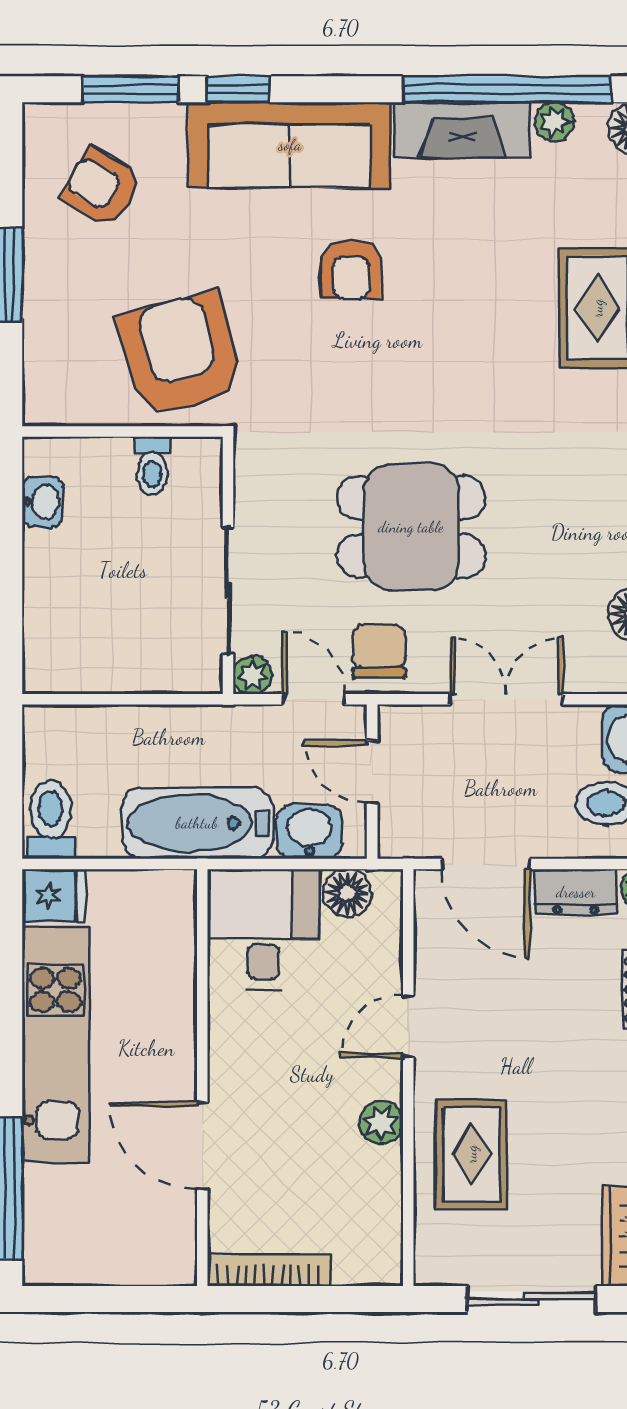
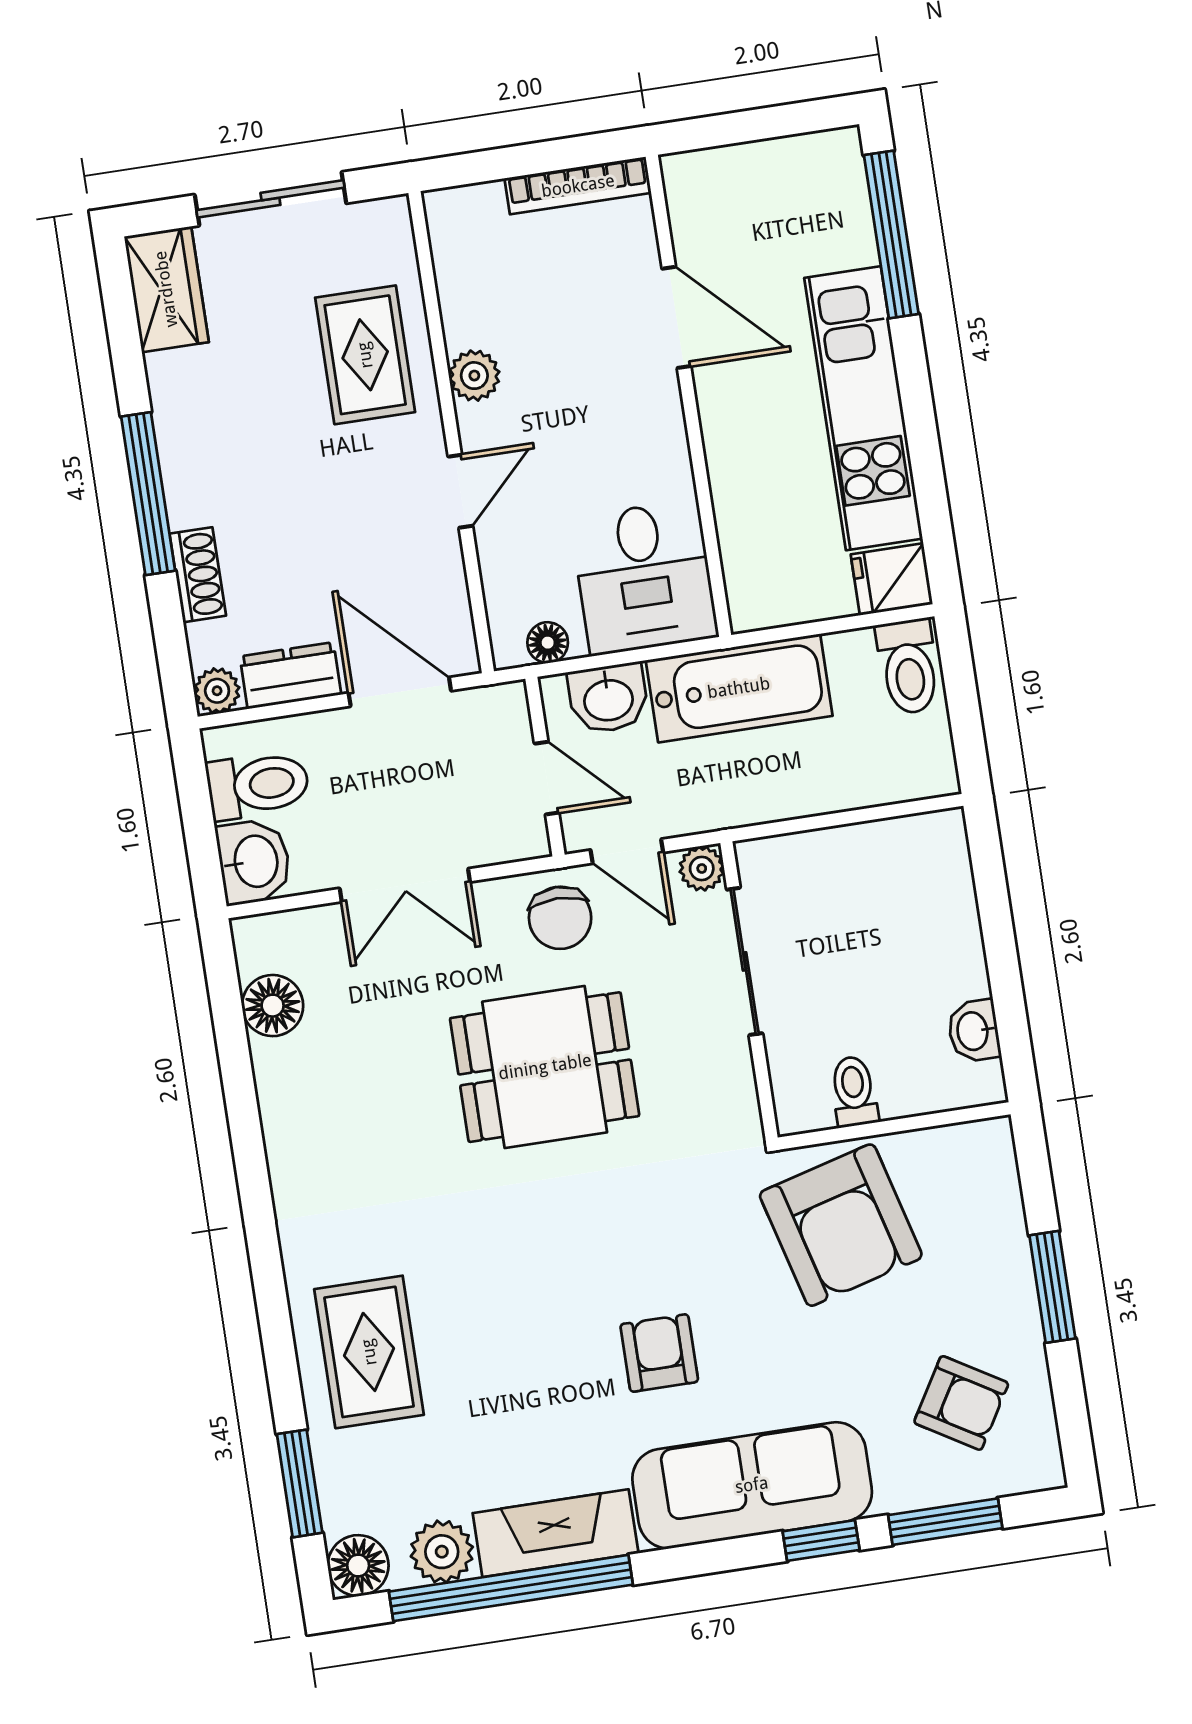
plant: (554, 122) -> (442, 1552), width x1.38, depth x1.38
floor lamp: (347, 893) -> (548, 643), width x0.73, depth x0.73

